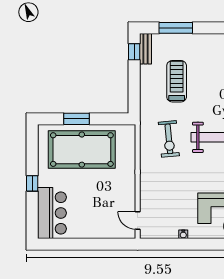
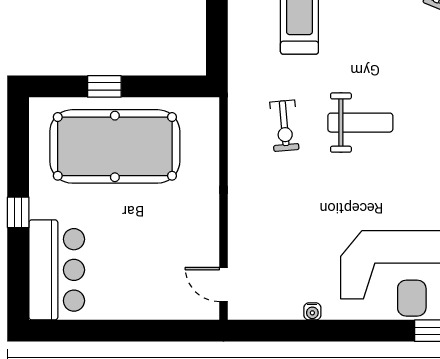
window: (76, 119) -> (104, 86), width x0.67
exercise bike: (169, 139) -> (284, 126), width x0.73, depth x0.72

